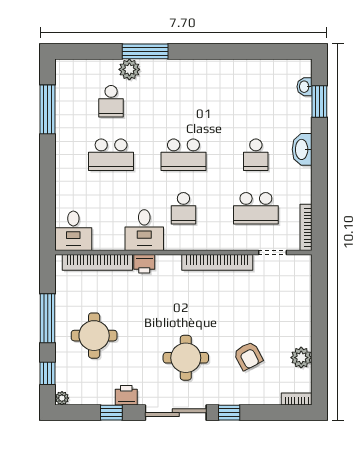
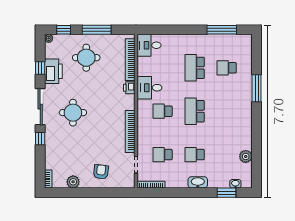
plant: (129, 69) -> (246, 156), moved
school desk: (256, 208) -> (163, 155), width x0.54
armchair: (248, 356) -> (101, 172), moved, turned 125
printer: (126, 395) -> (53, 71), width x1.87, depth x1.48

